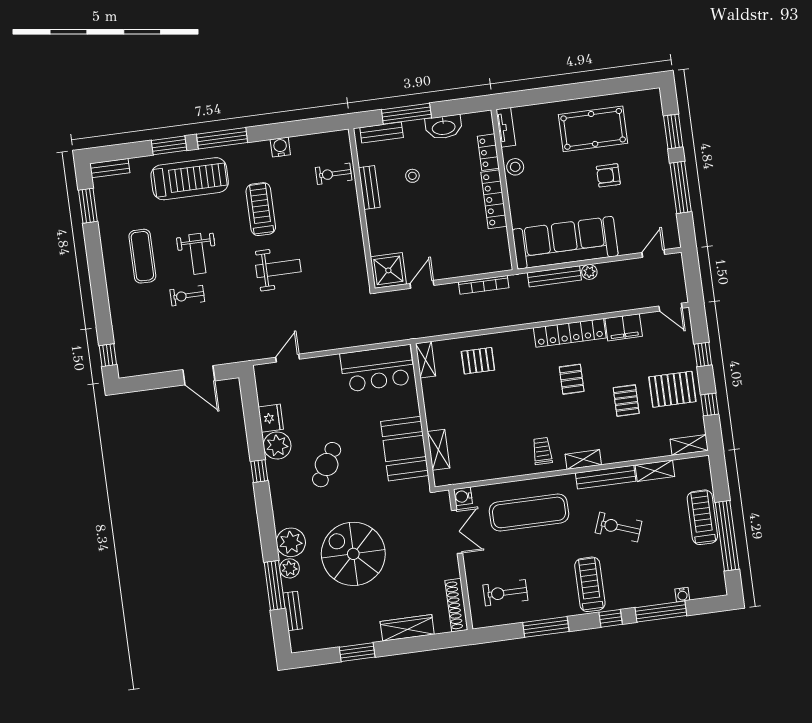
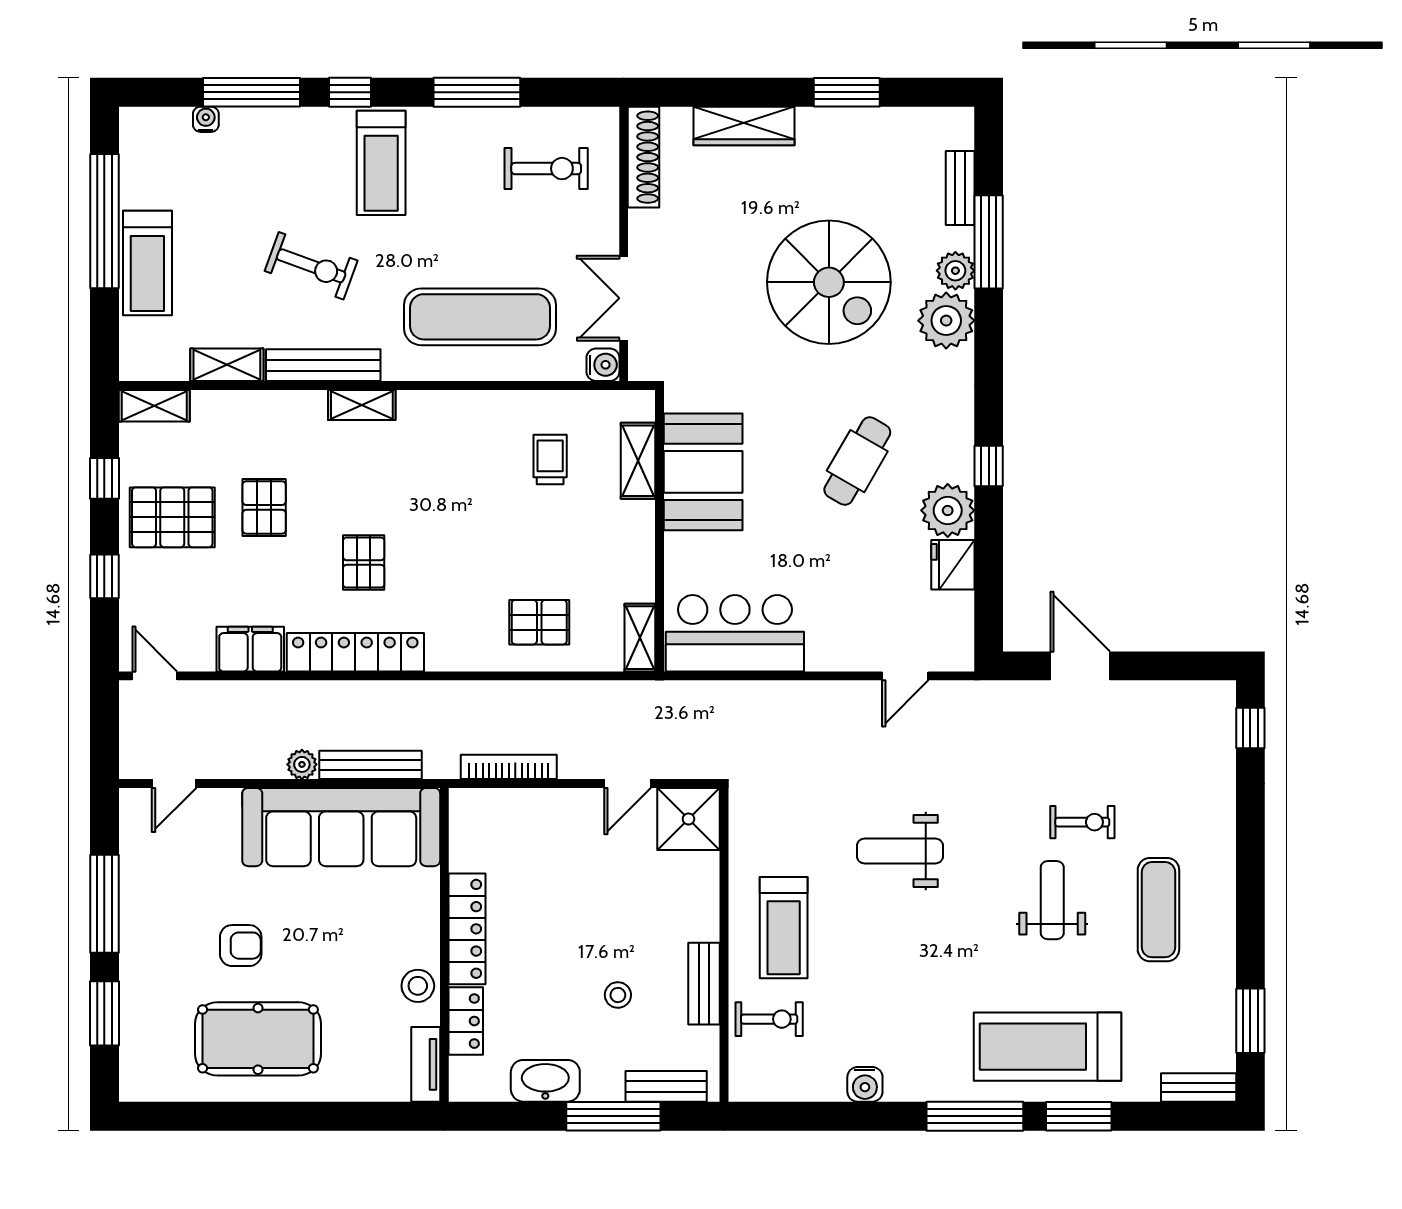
treadmill: (261, 209) -> (784, 928), moved
trolley: (542, 451) -> (550, 459), moved, turned 180

